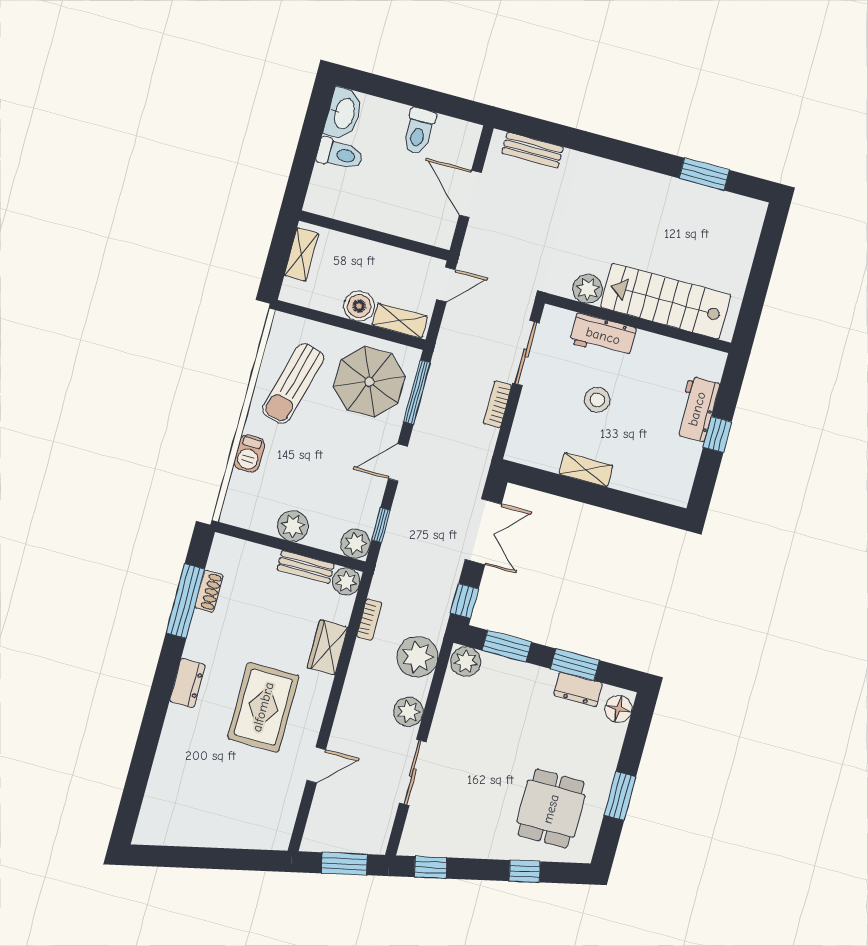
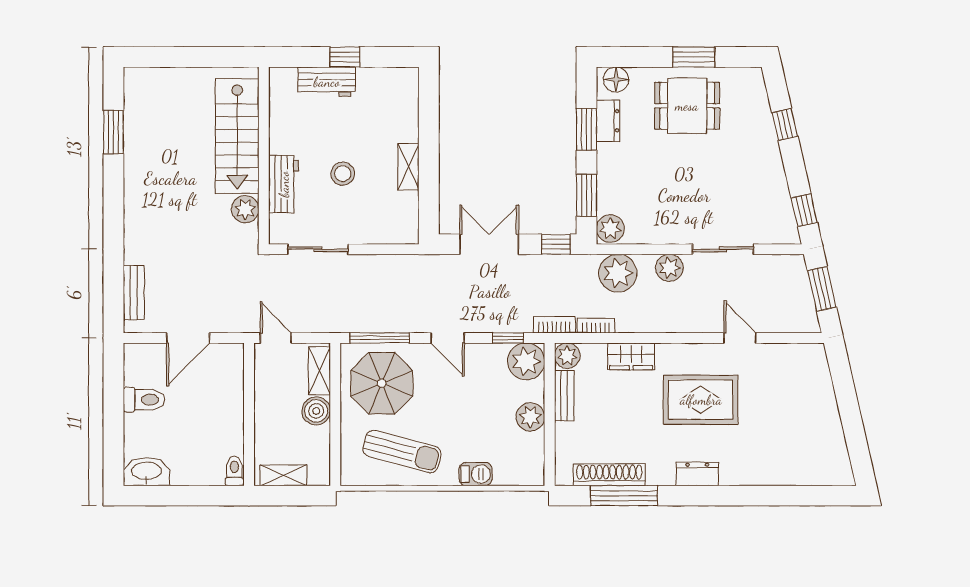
toilet: (340, 154) -> (234, 471), moved, width x0.73, depth x0.72
bookcase: (497, 404) -> (554, 325), moved, turned 180
plant: (355, 544) -> (526, 361), width x1.36, depth x1.36
shoe rack: (209, 591) -> (609, 475), width x1.94, depth x1.24
dining table: (551, 809) -> (687, 106), moved

